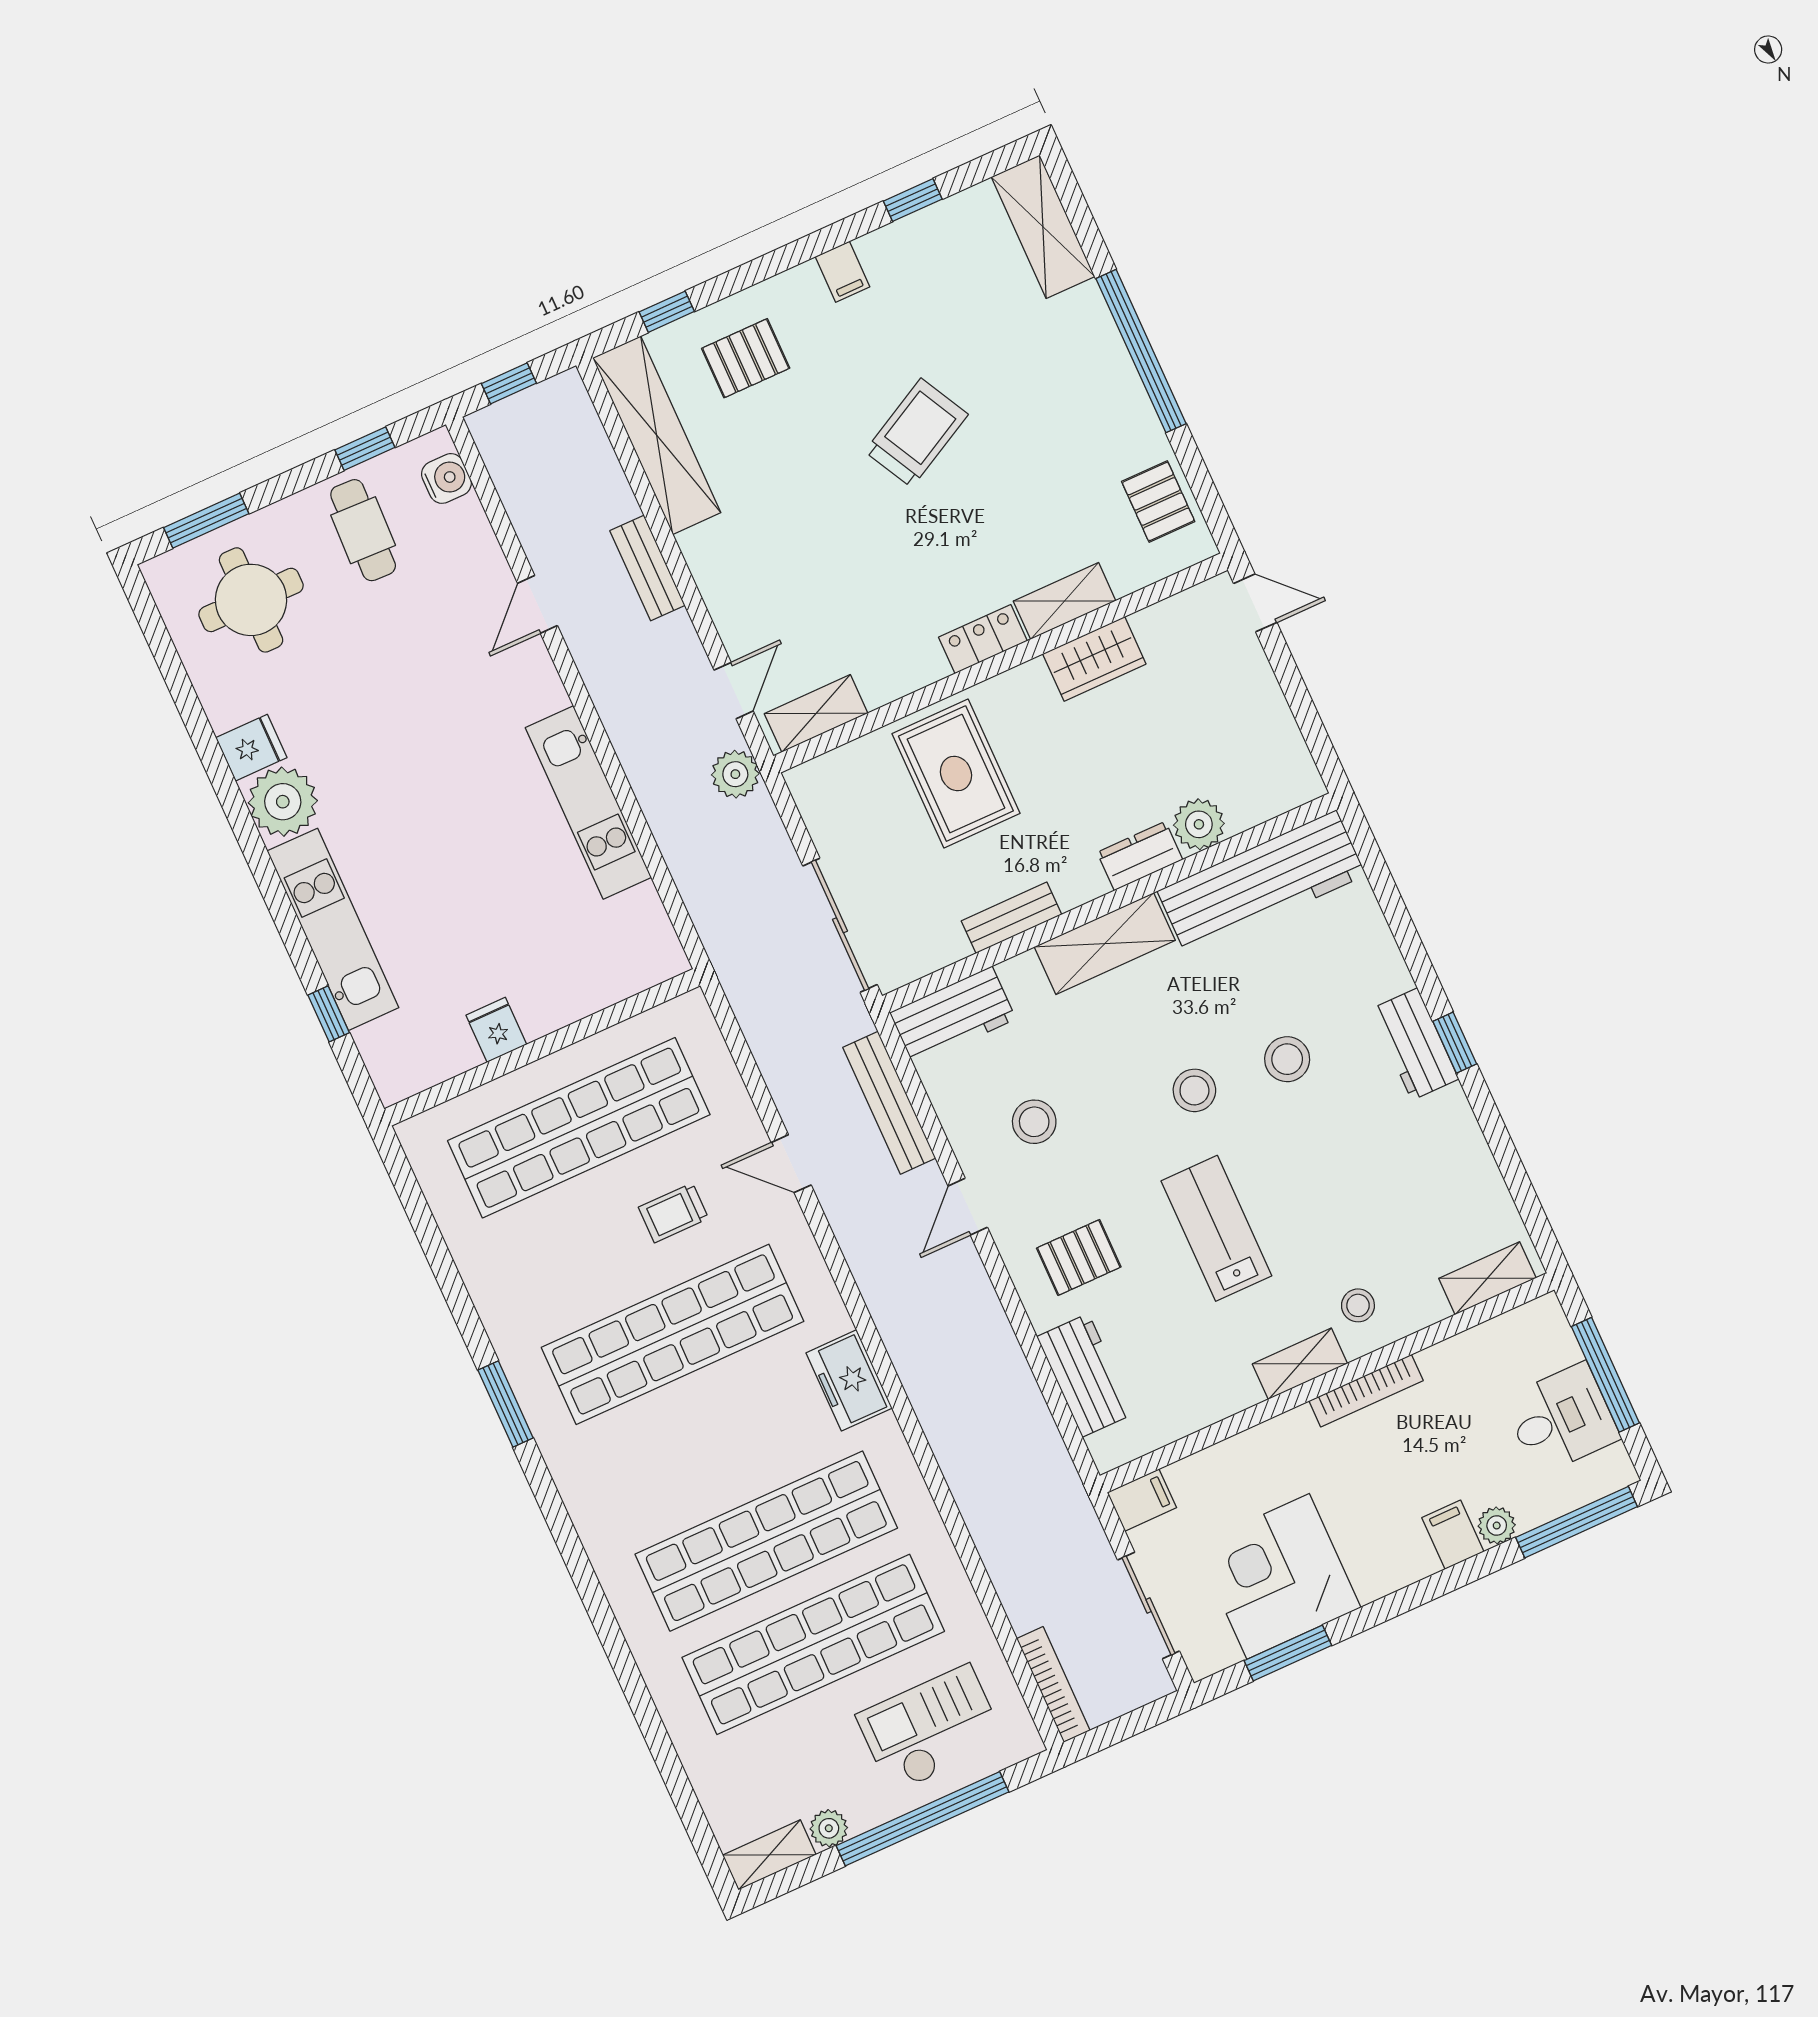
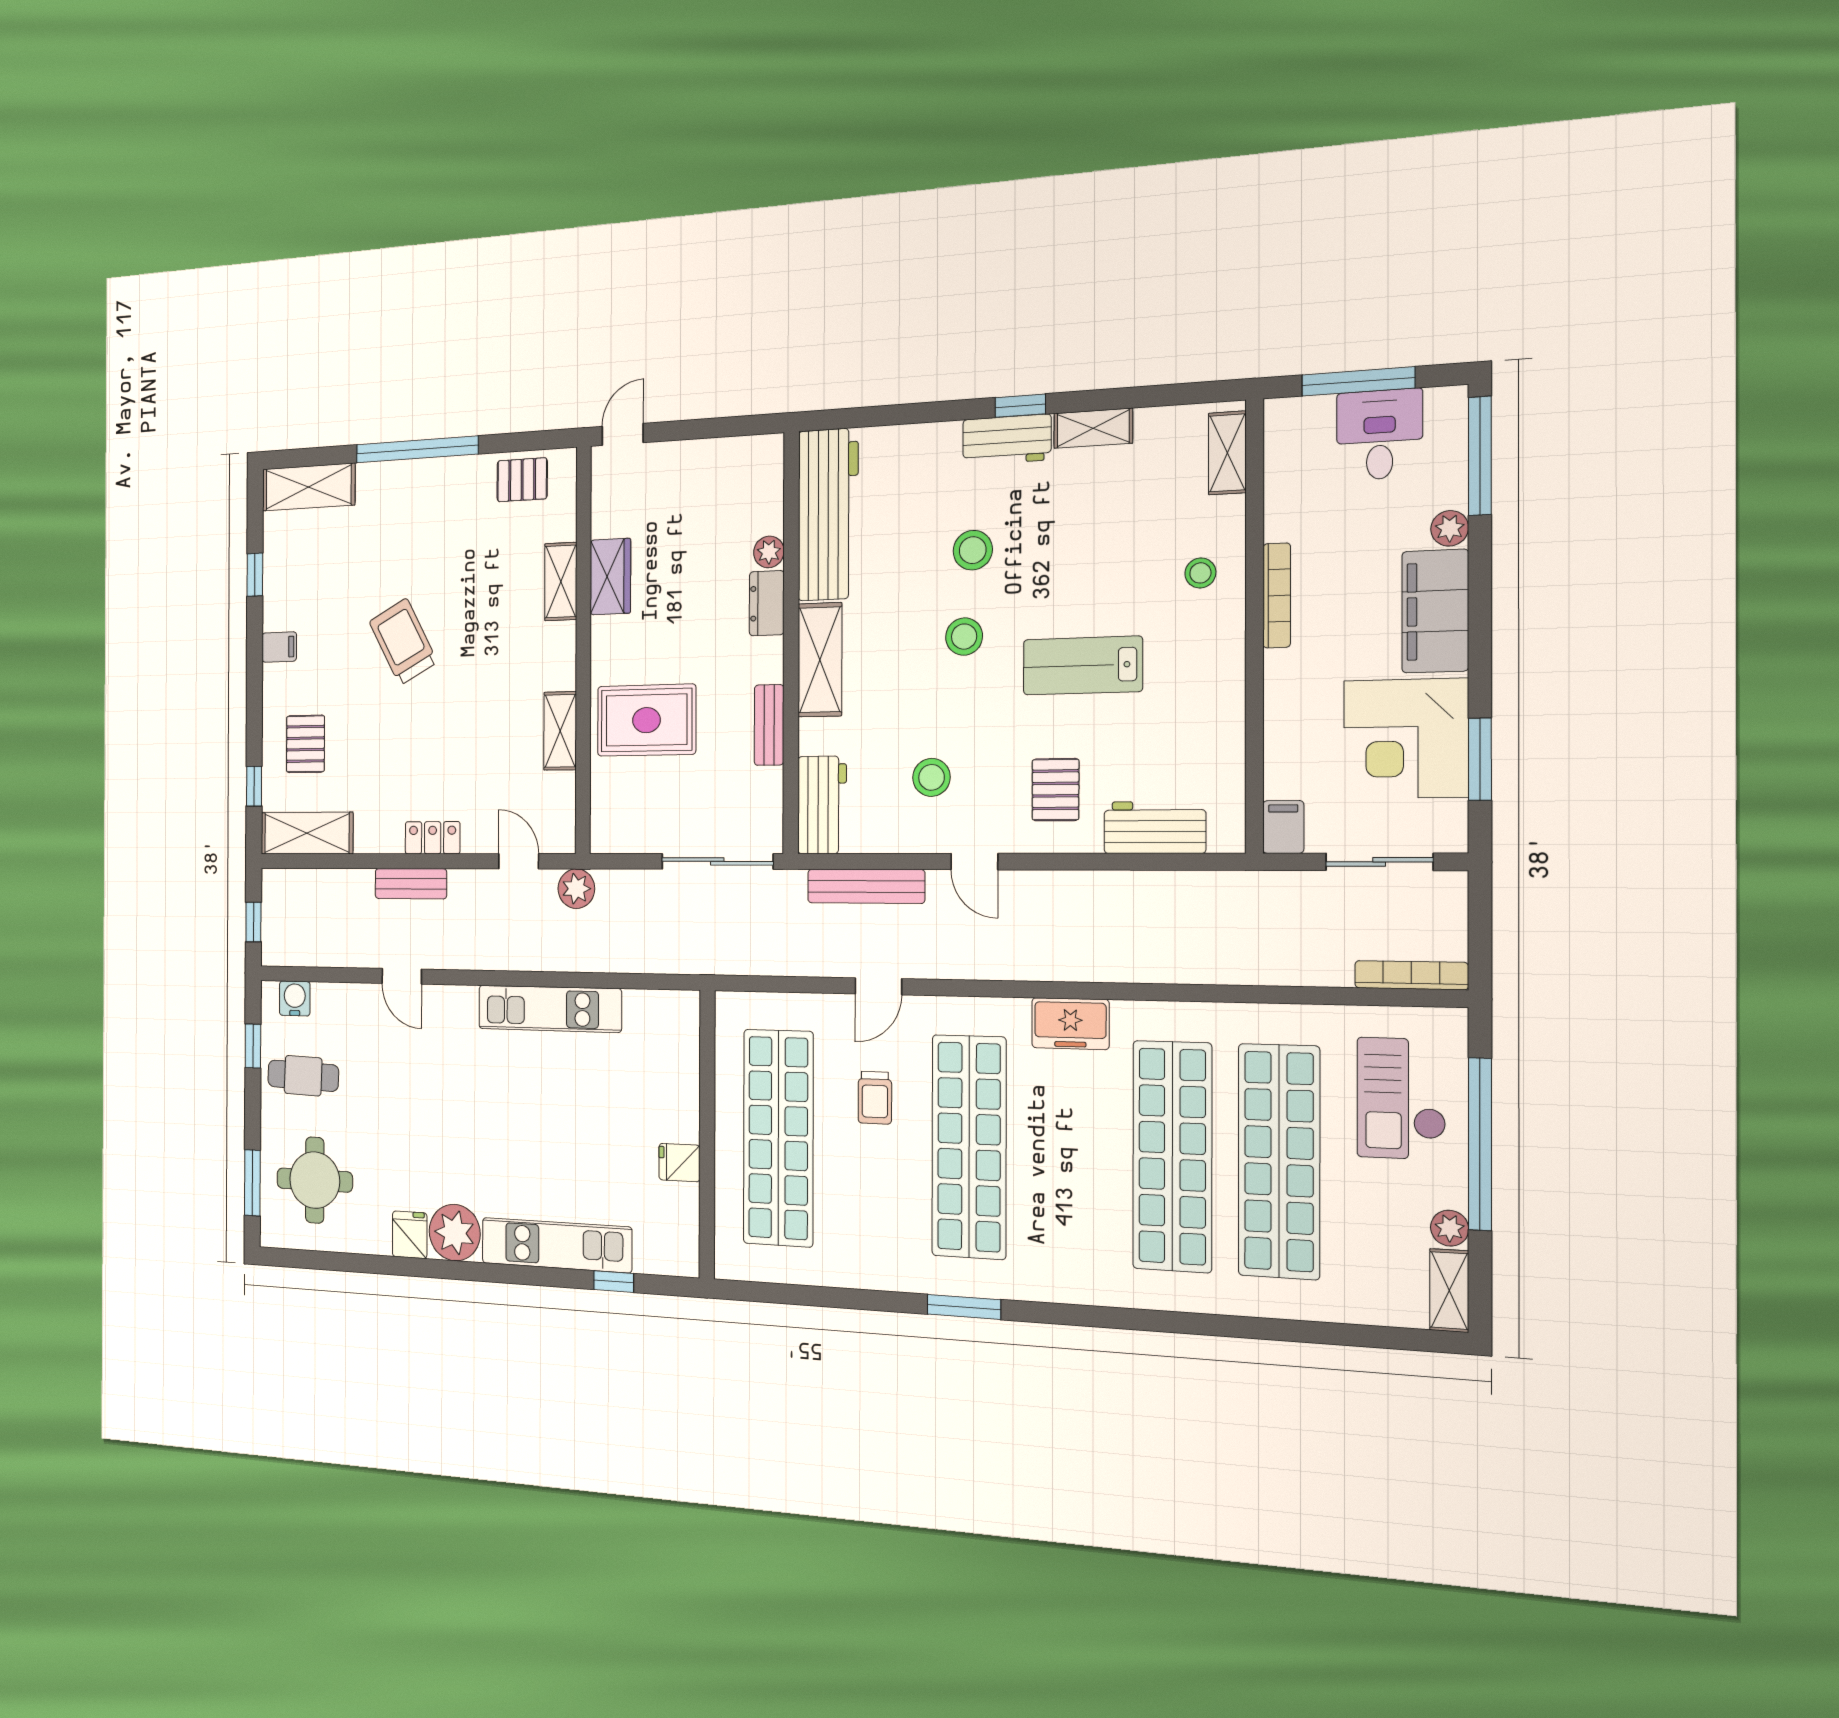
shelving: (657, 435) -> (307, 833), width x0.68
locker: (983, 639) -> (433, 838), moved, turned 90
shelving: (816, 713) -> (560, 731), moved
plant: (1199, 824) -> (769, 552), width x0.73, depth x0.73
shelving: (1300, 1364) -> (1093, 428), moved, turned 90
filing cabinet: (1453, 1535) -> (1435, 611), width x3.00, depth x1.17

